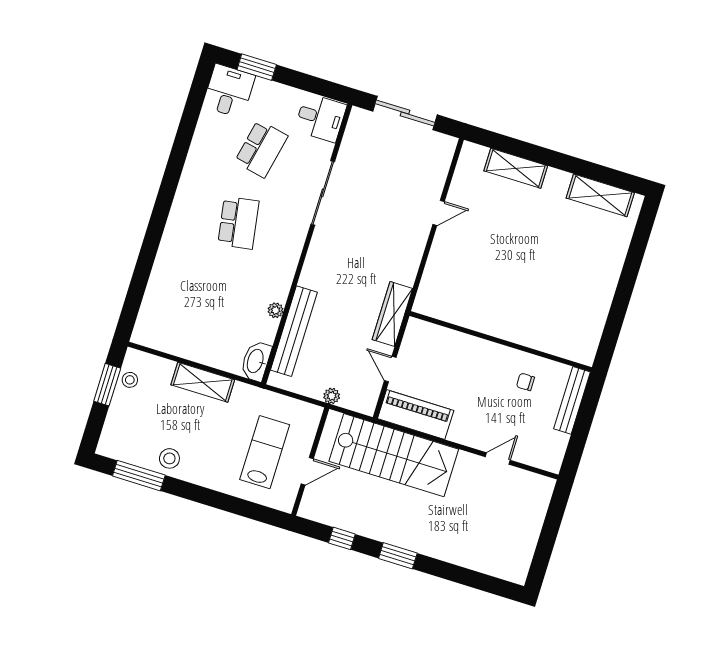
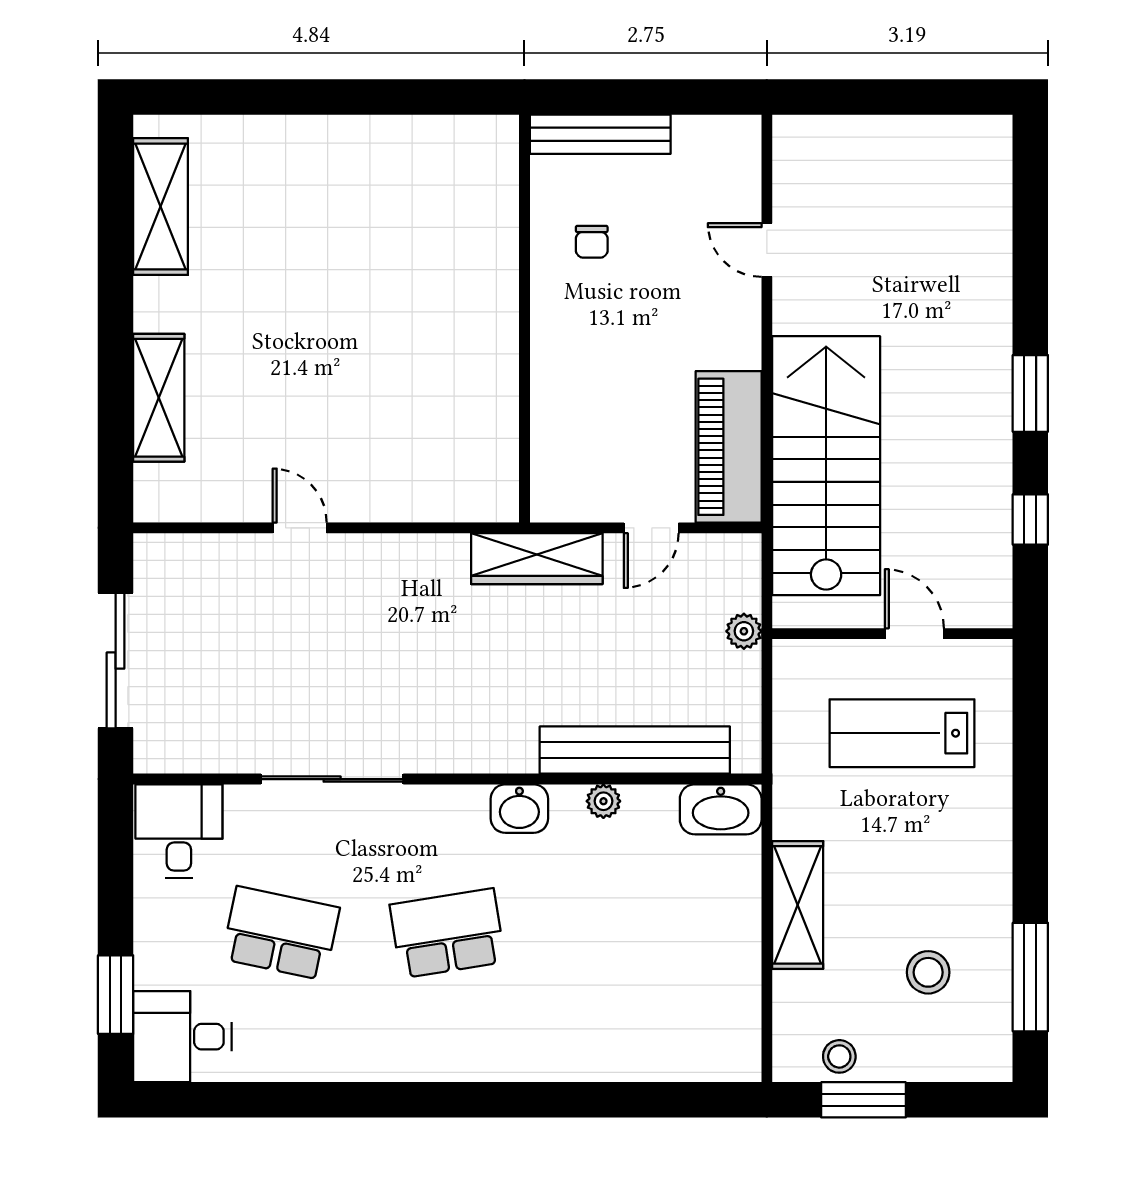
washbasin: (284, 272) -> (519, 809), added
stool: (169, 458) -> (928, 972), moved

